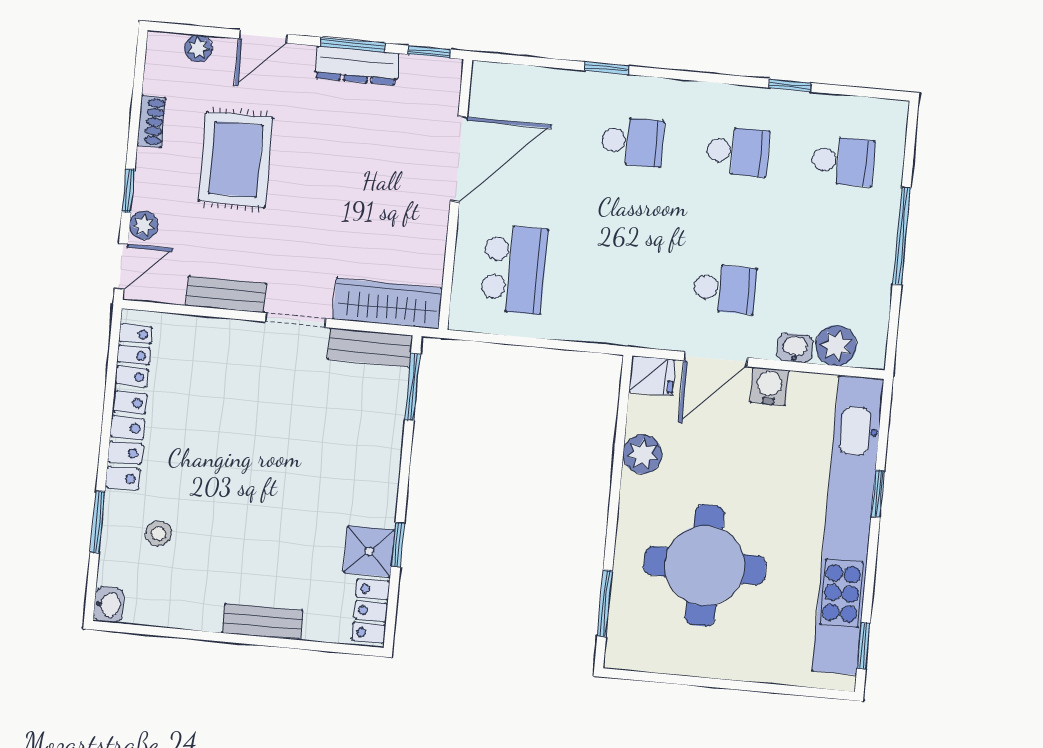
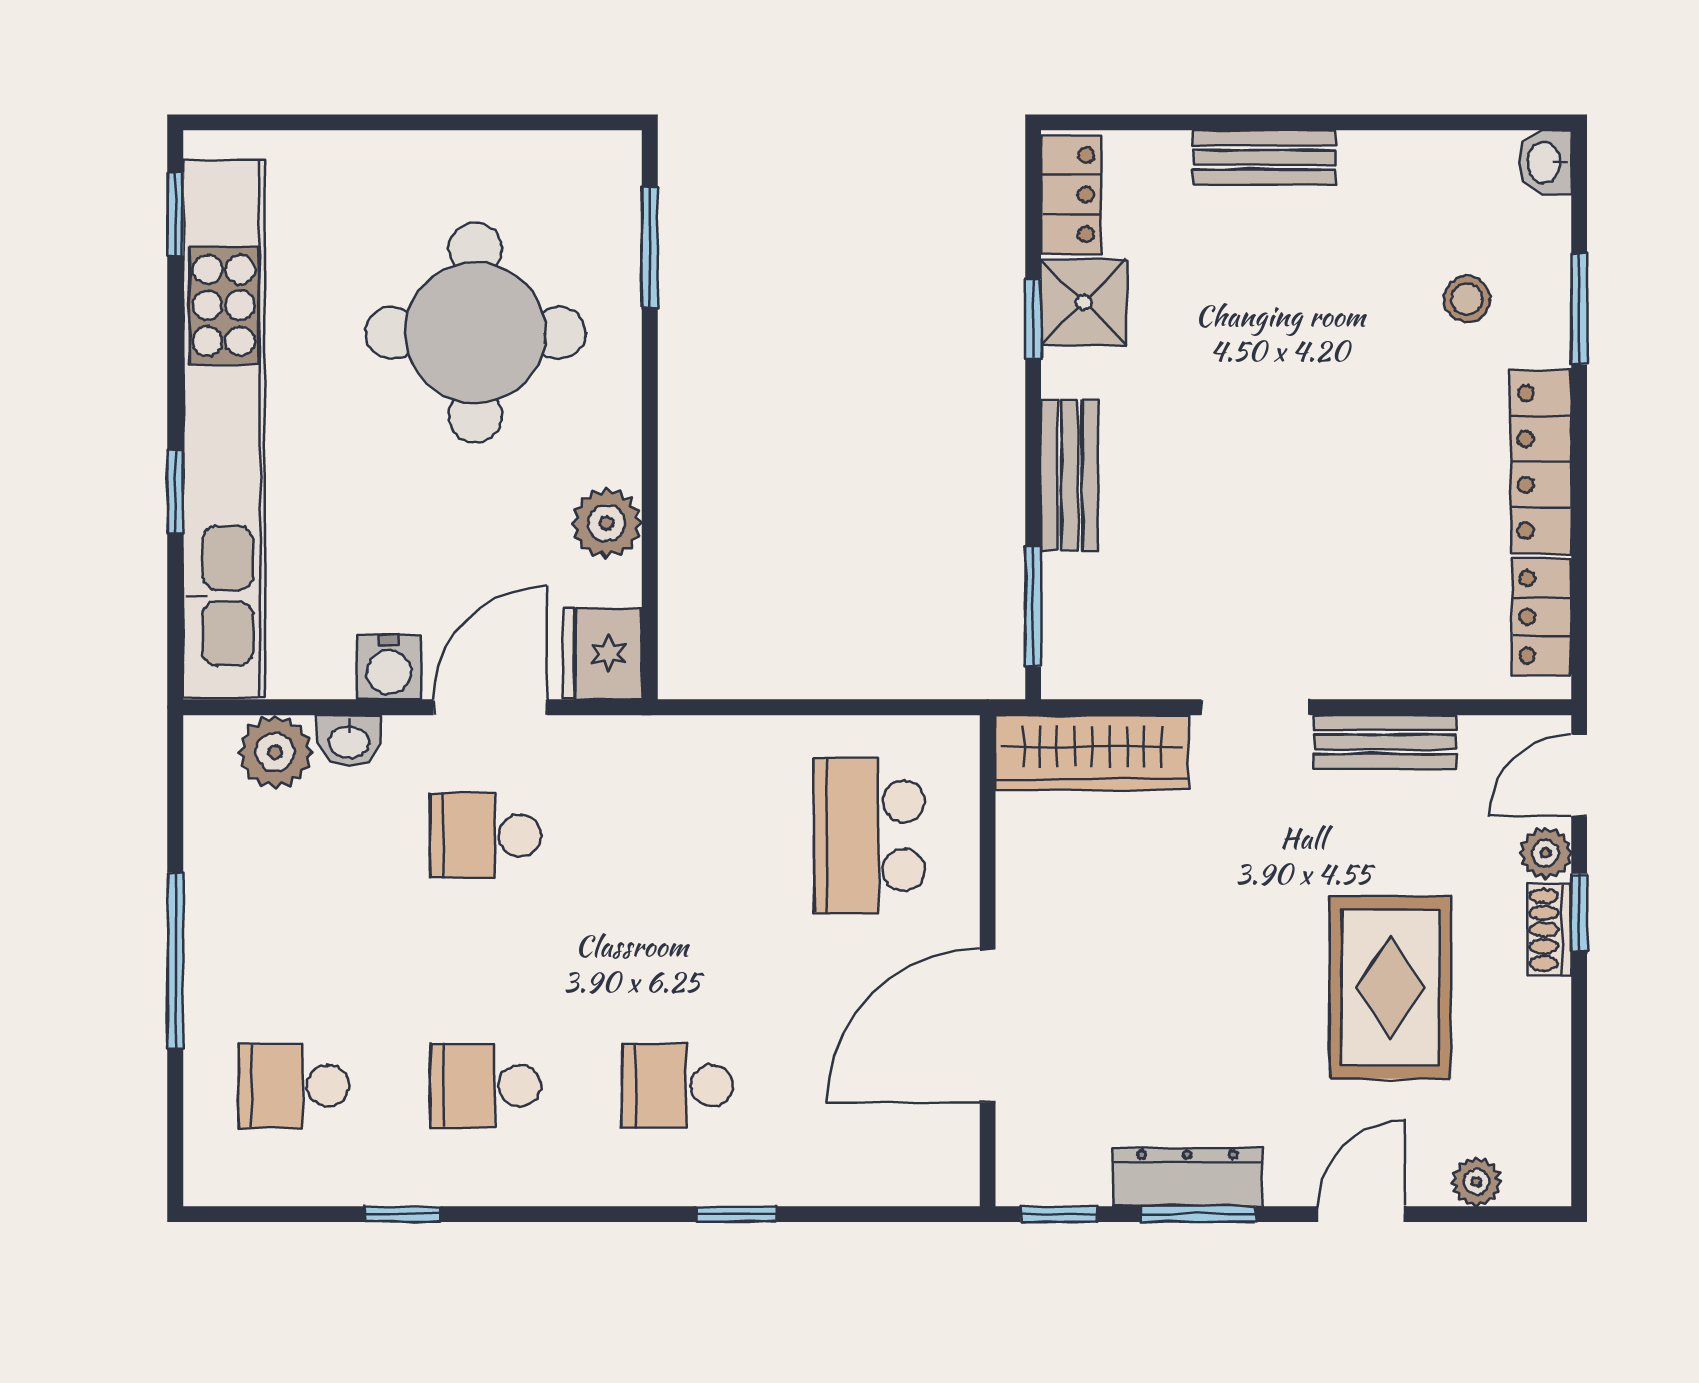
shoe rack: (151, 121) -> (1549, 930), moved
bench: (370, 347) -> (1070, 475), moved, turned 90
fridge: (652, 376) -> (603, 654), width x1.38

